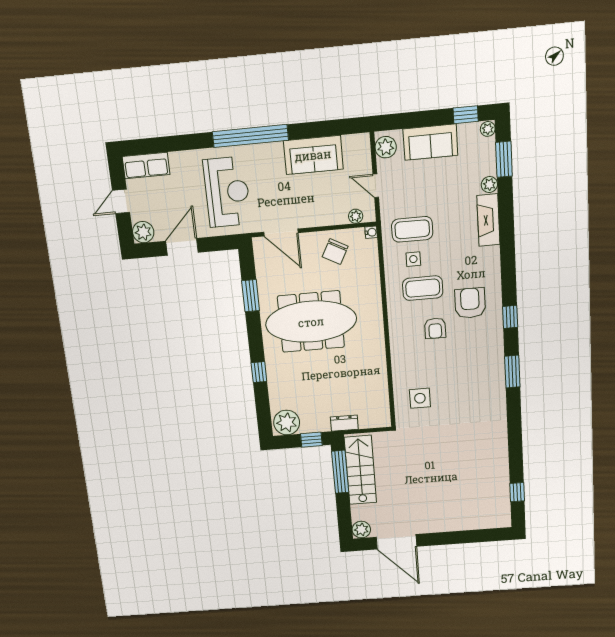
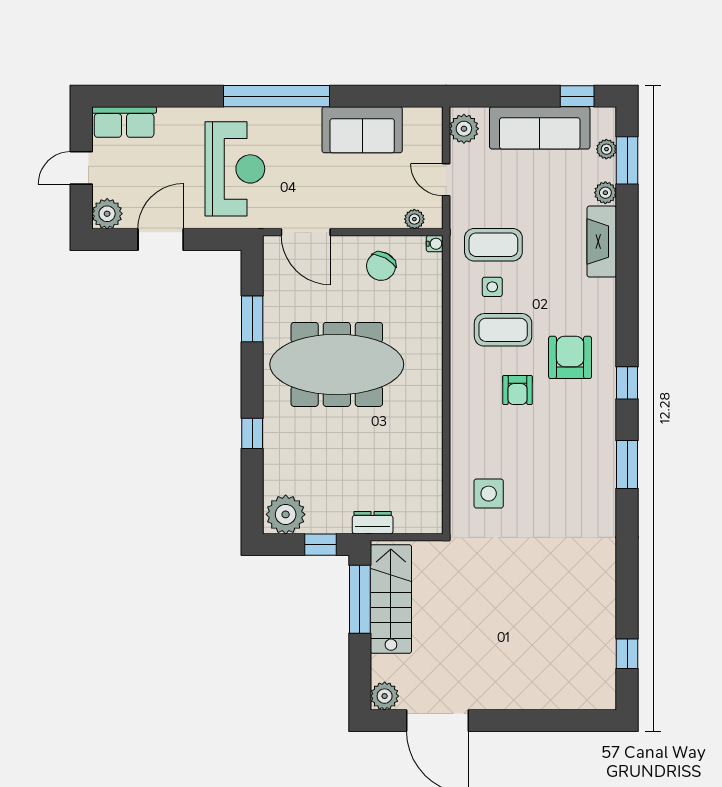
plant: (488, 129) -> (606, 149), moved
sofa: (430, 142) -> (540, 128), width x1.36

